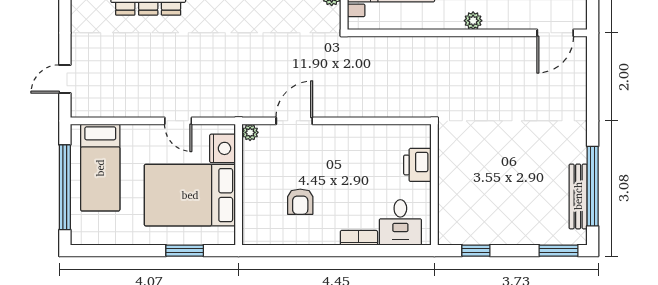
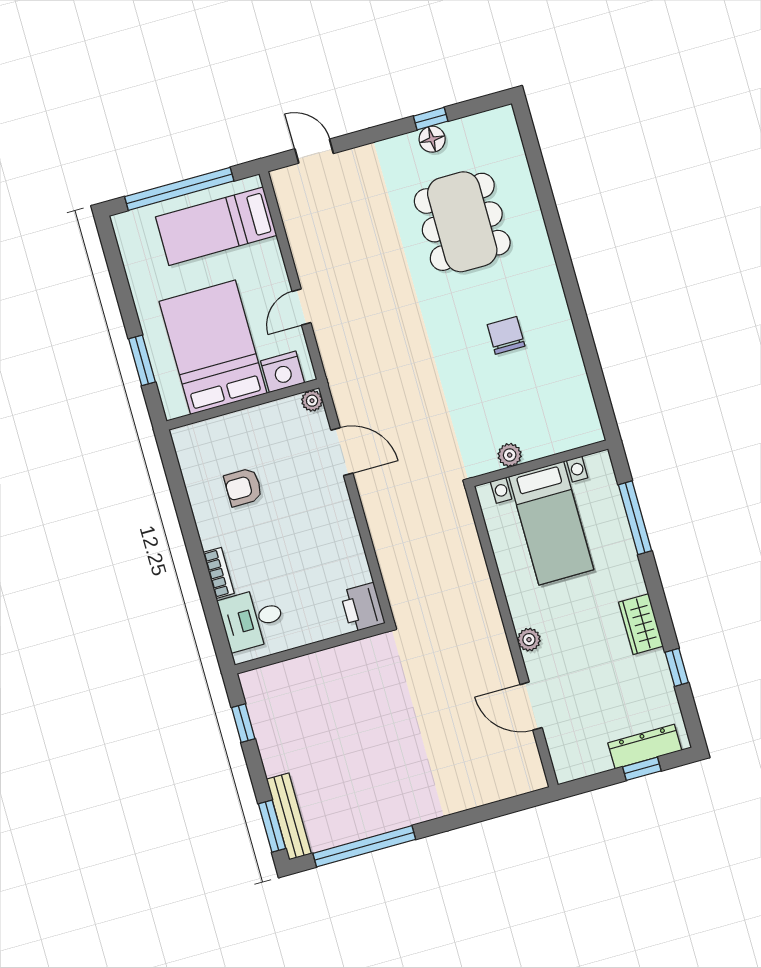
door: (555, 33) -> (531, 706), moved
printer: (417, 165) -> (362, 607), moved, turned -90
bench: (578, 196) -> (289, 816), moved, turned 90

